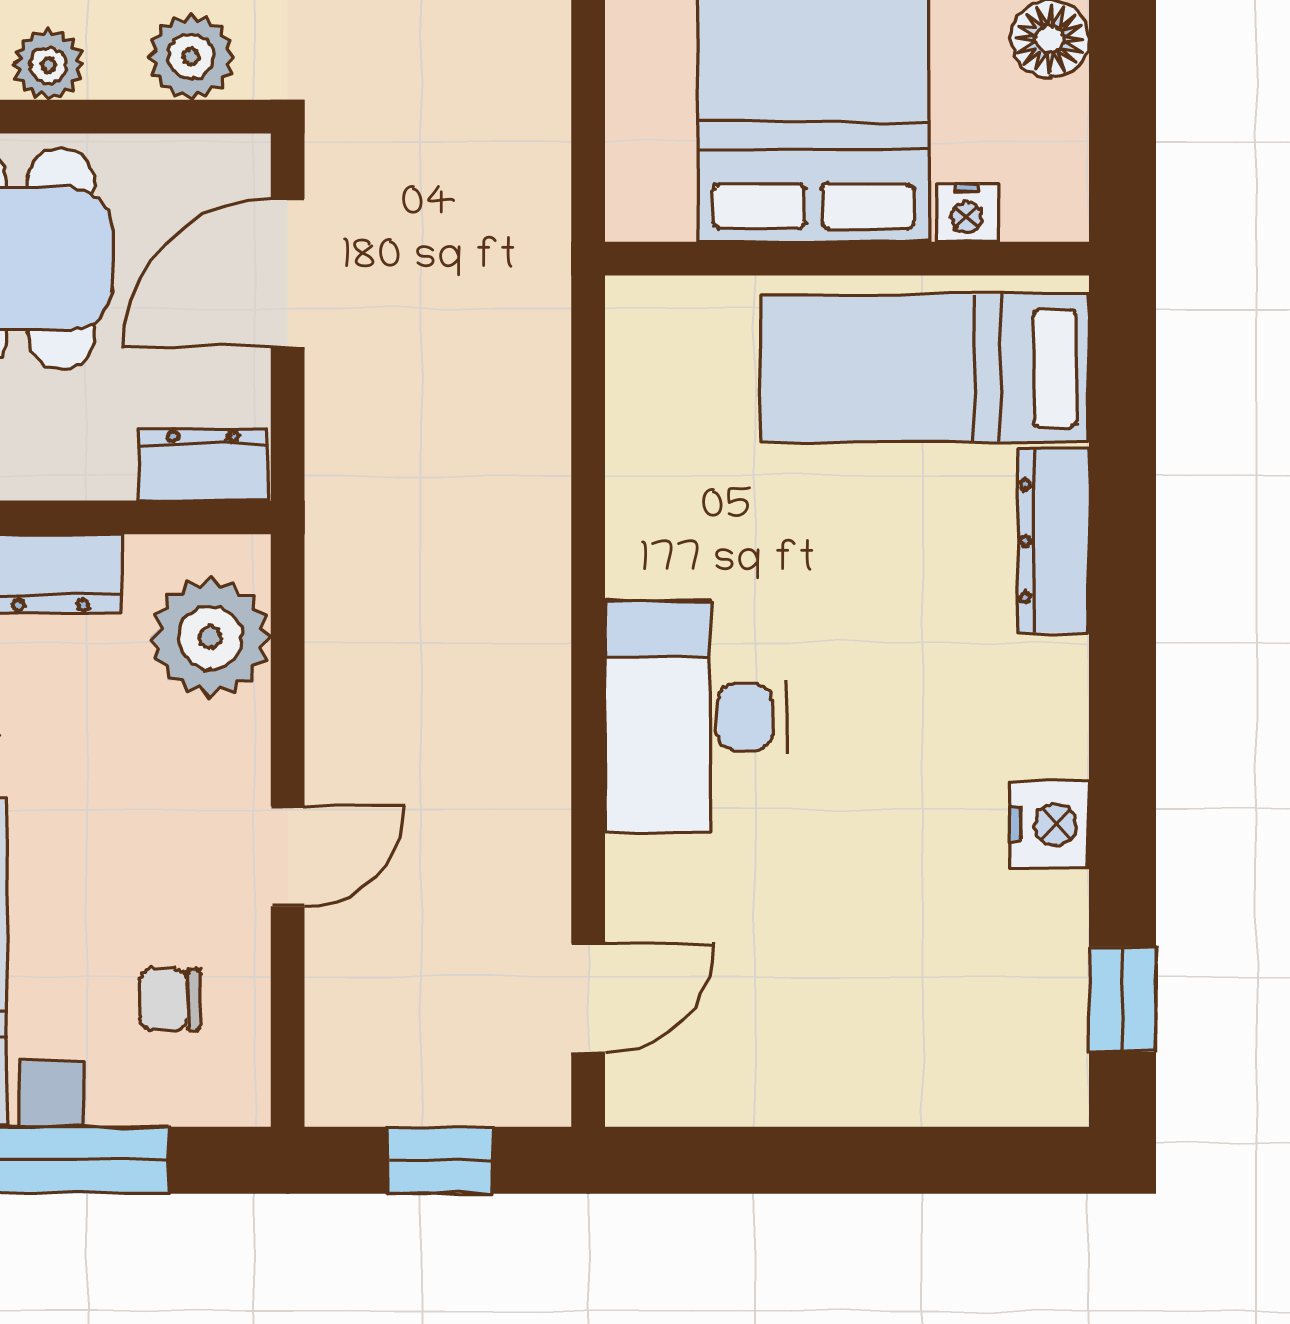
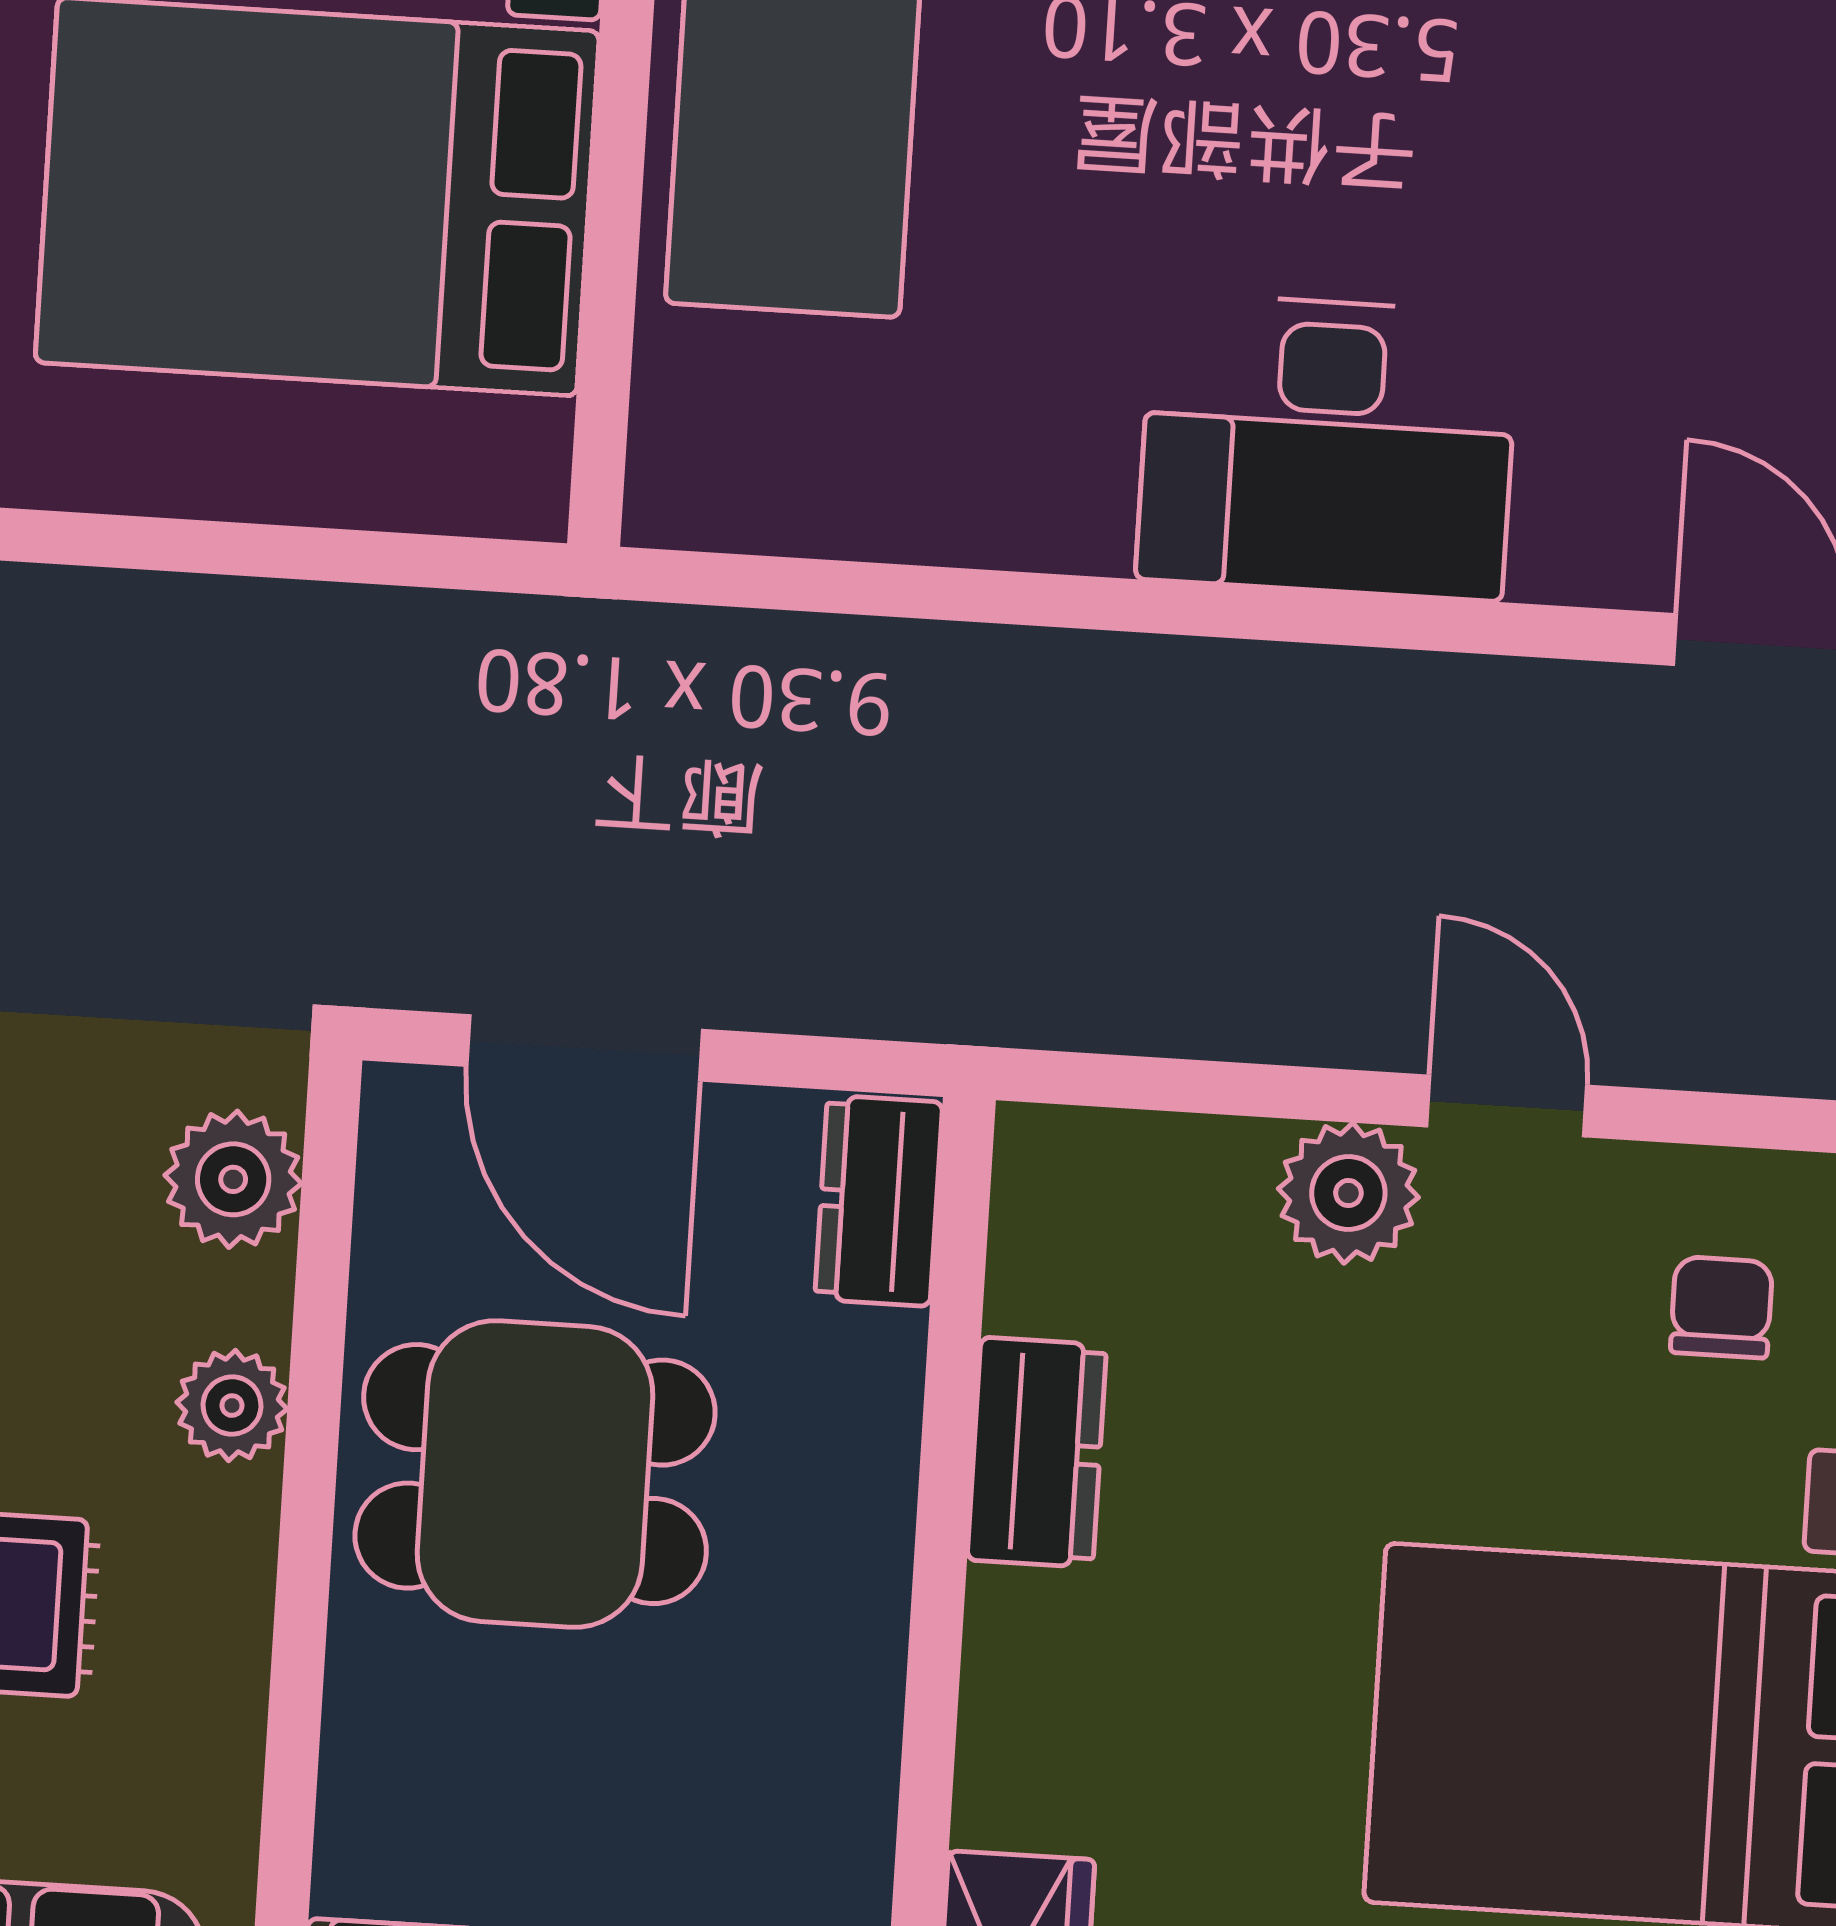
plant: (210, 638) -> (1348, 1193), moved, width x0.73, depth x0.73
chair: (169, 999) -> (1721, 1307), turned 180

